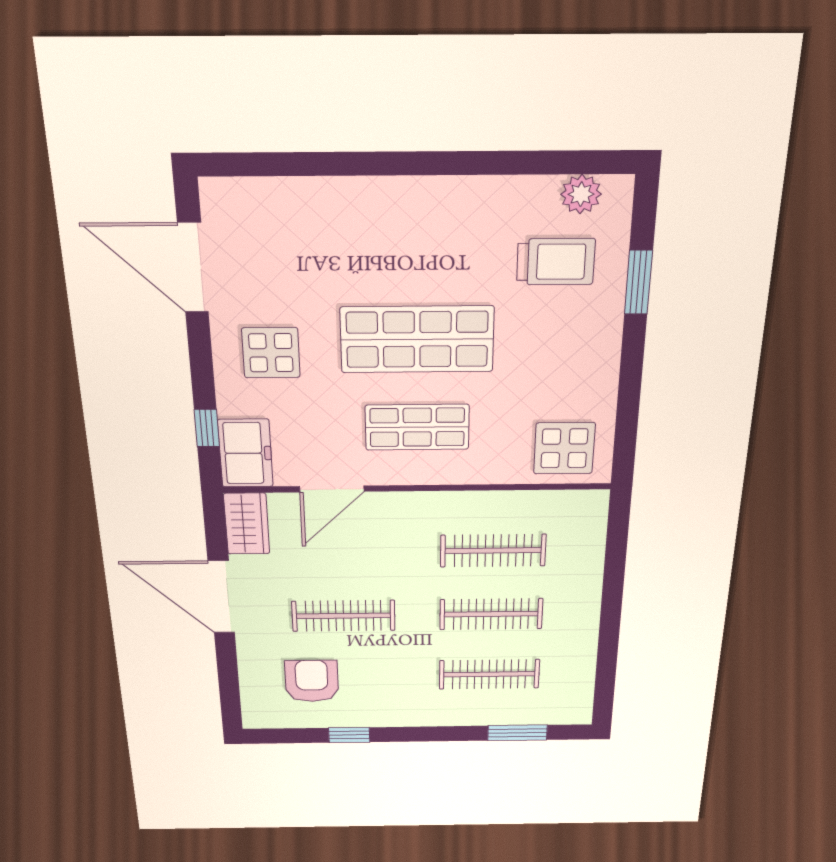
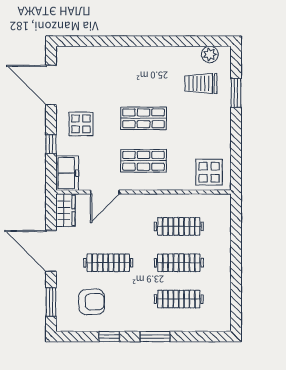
trolley: (556, 262) -> (201, 83), turned 180
shop shelf: (417, 339) -> (143, 118), width x0.70, depth x0.74
window: (207, 428) -> (51, 144), moved
armchair: (312, 681) -> (92, 302), turned 87
window: (229, 682) -> (51, 302), added
window: (517, 733) -> (155, 337), moved

